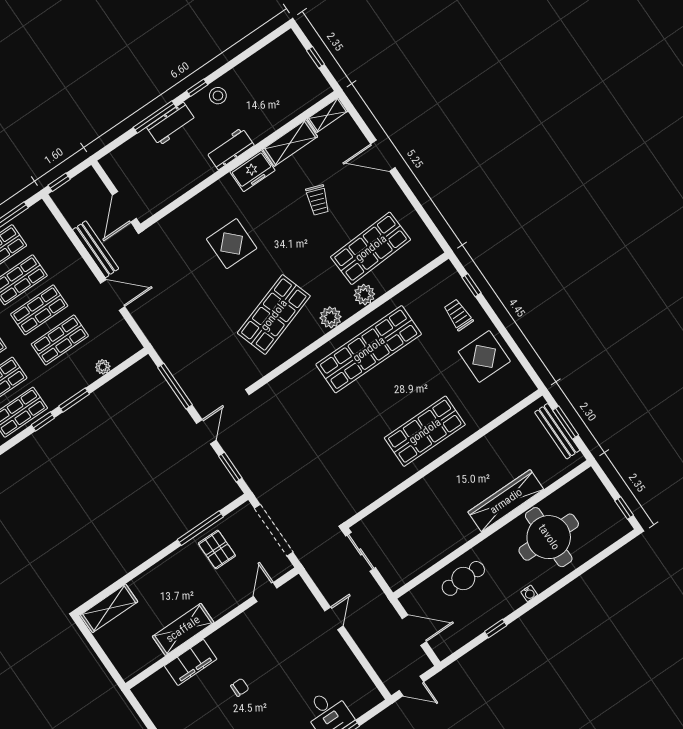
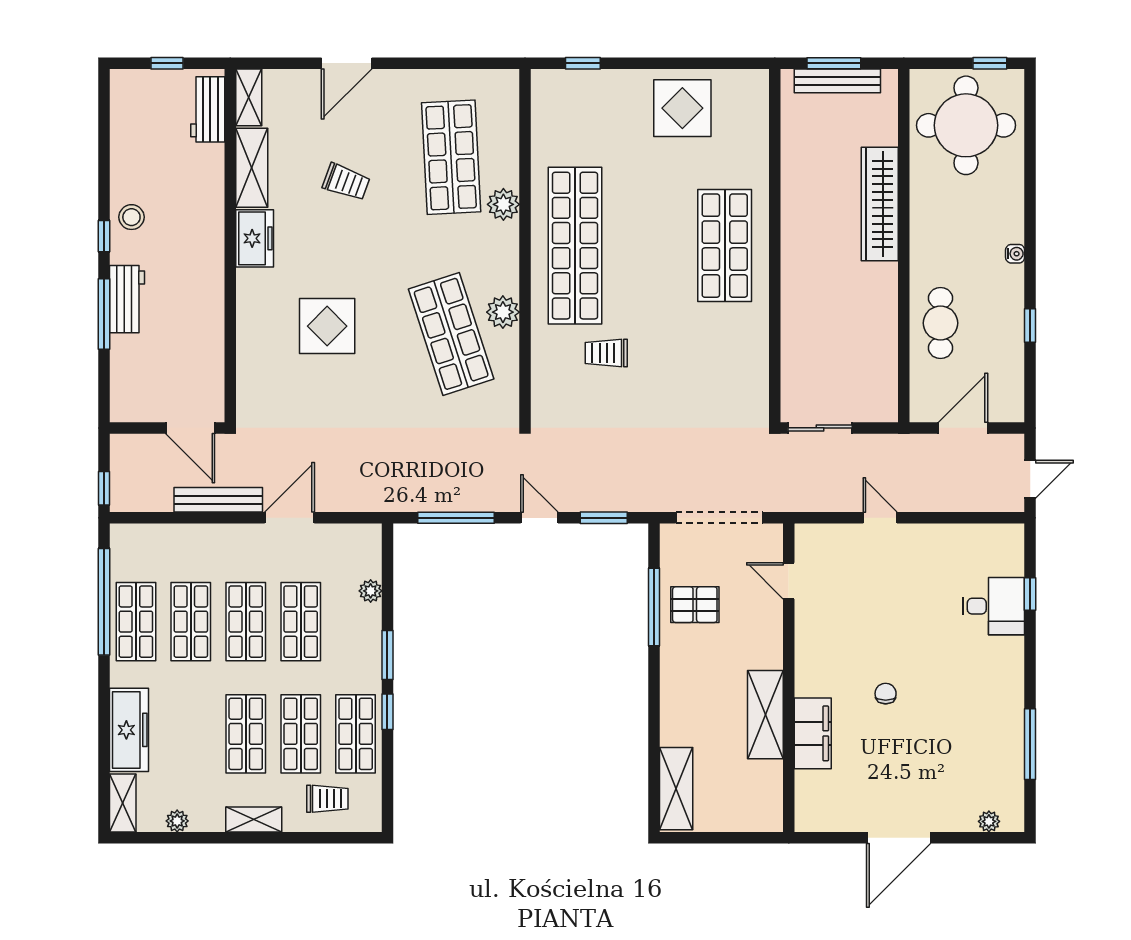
workbench: (230, 149) -> (208, 109), moved
trolley: (458, 315) -> (606, 353), moved
plant: (331, 317) -> (503, 312), moved
round table: (549, 537) -> (966, 125), moved

